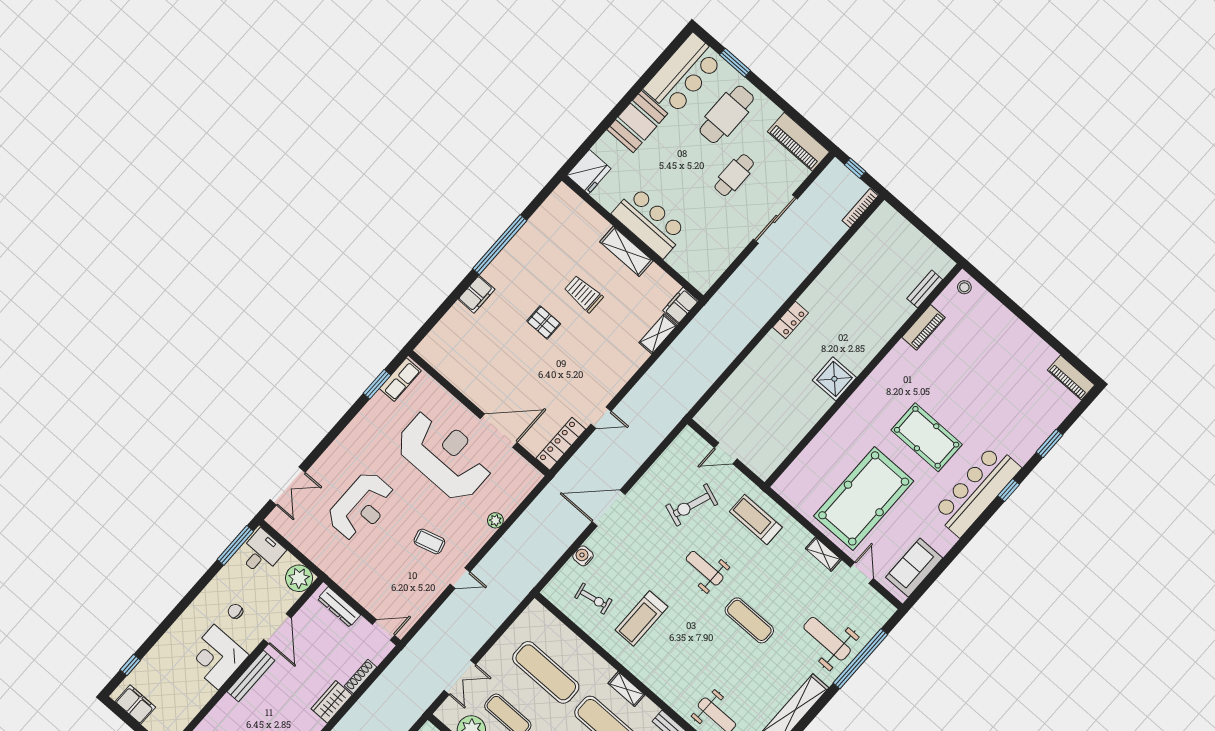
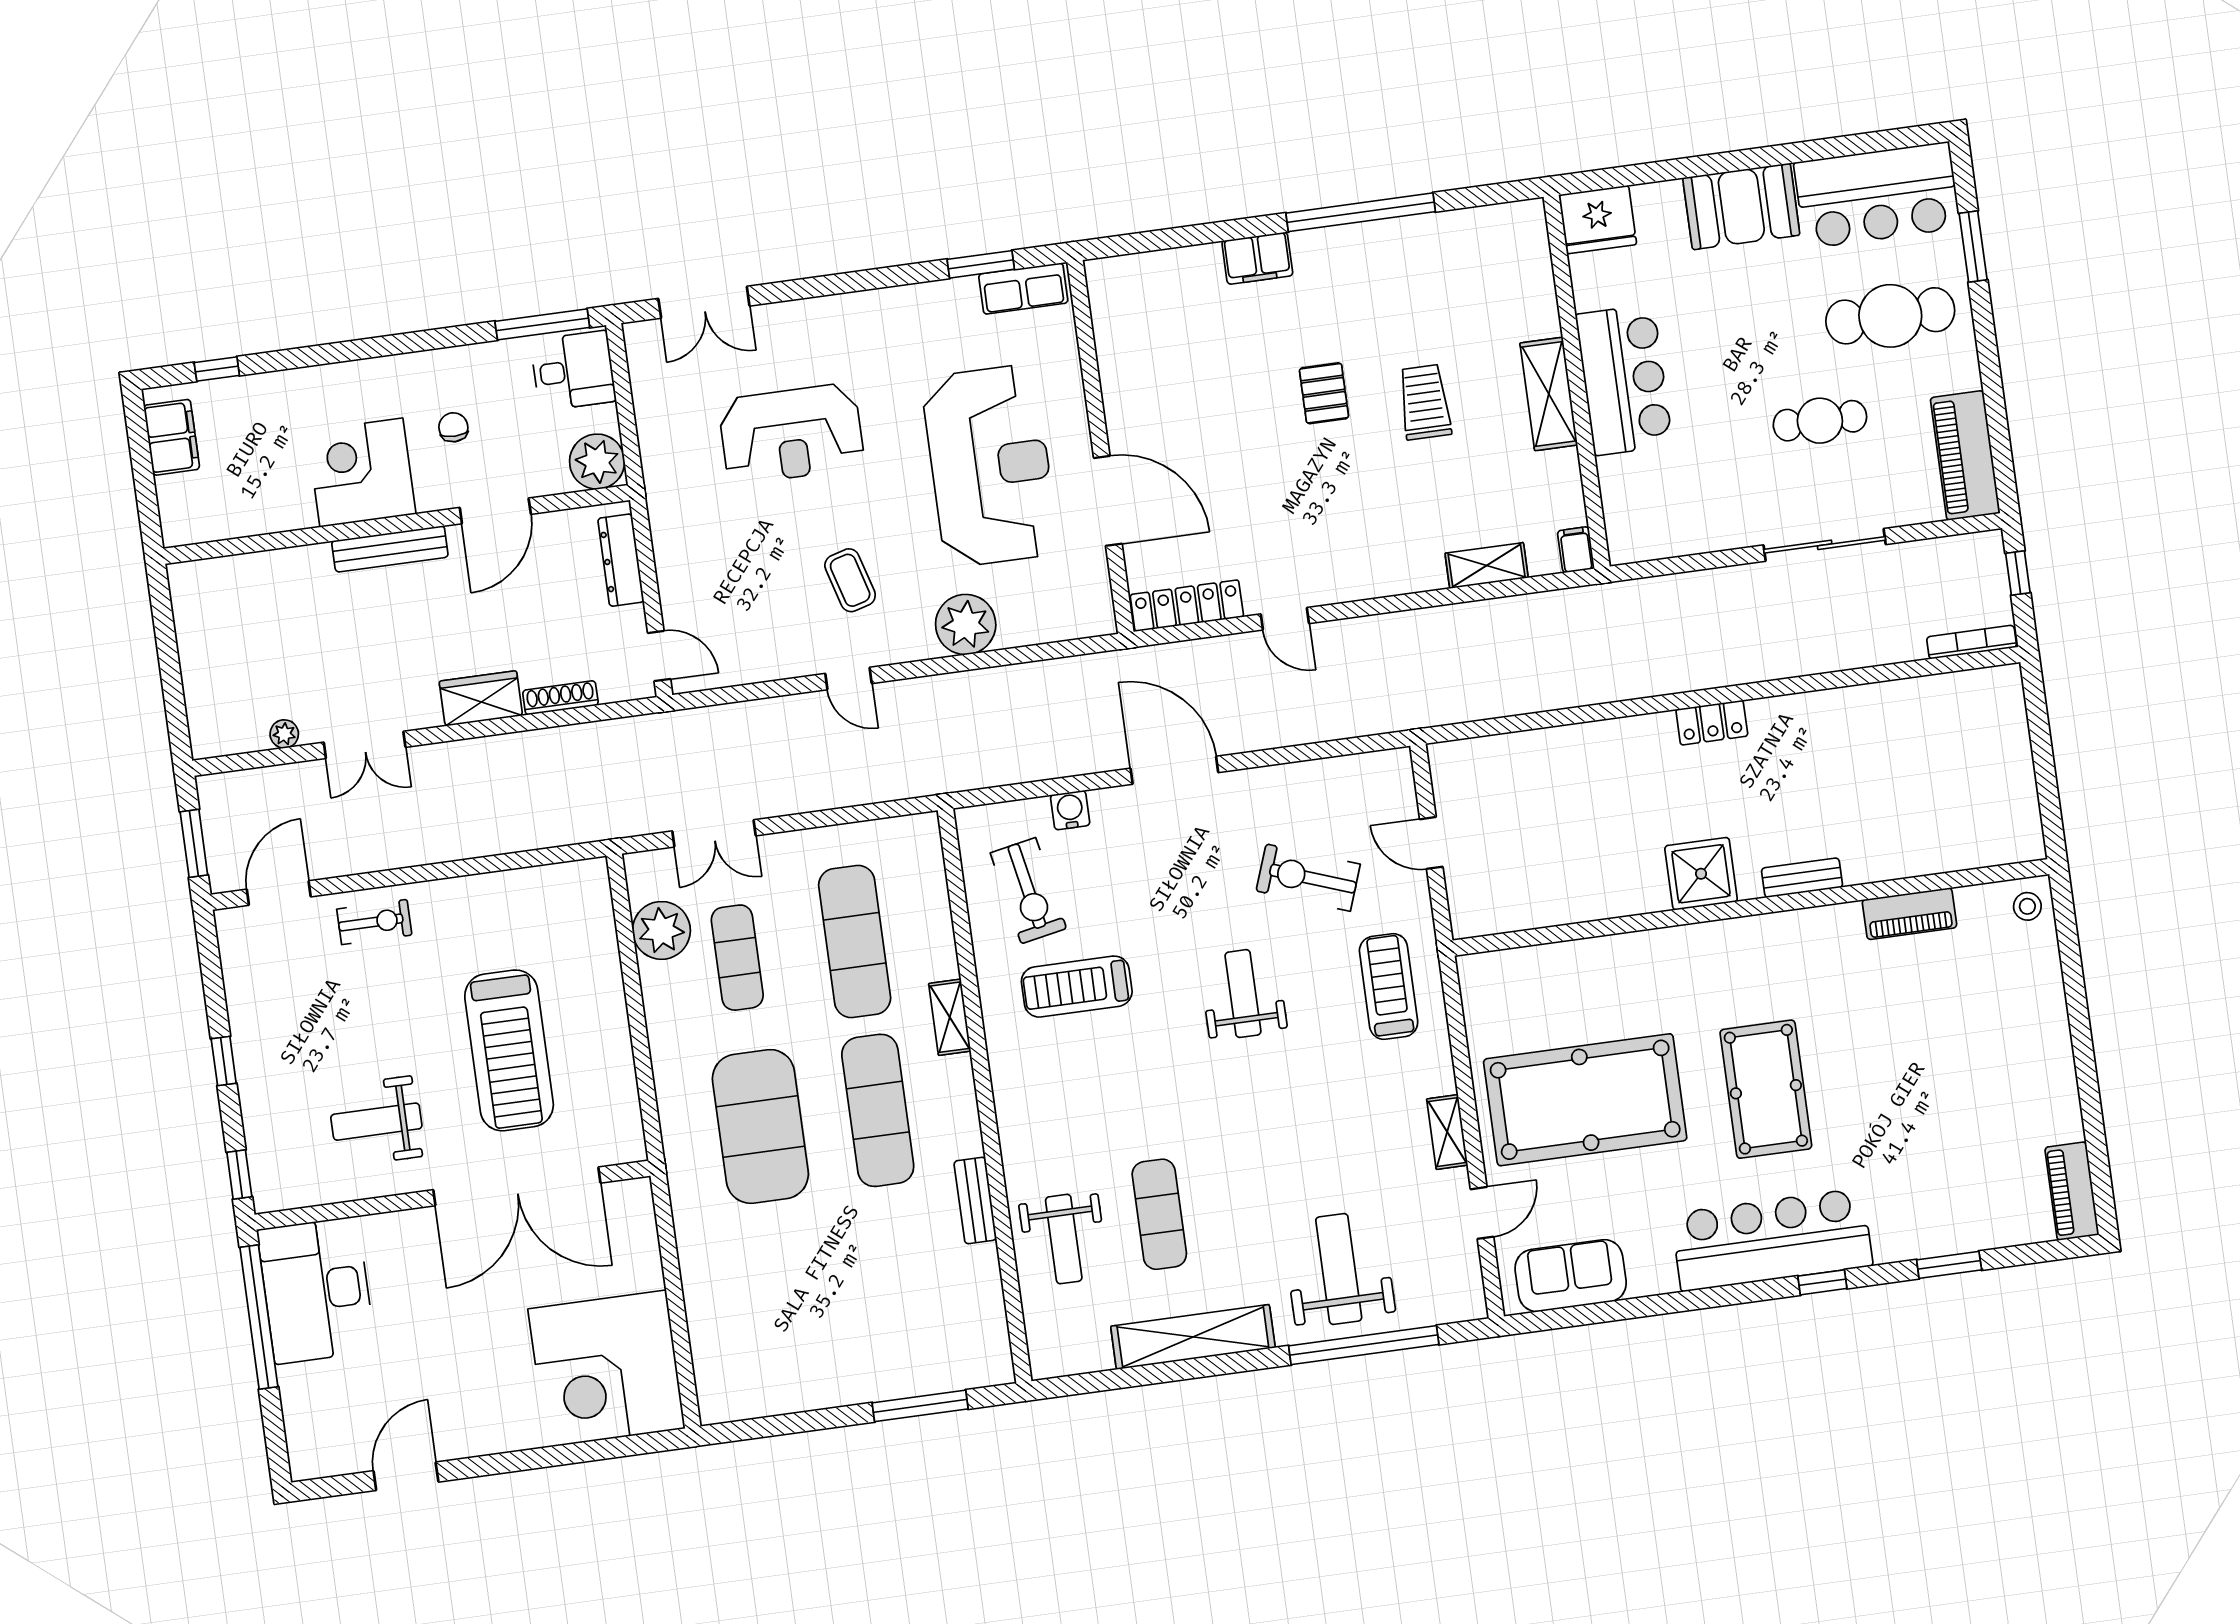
bench: (925, 289) -> (1802, 878), moved
filing cabinet: (681, 306) -> (1576, 550), width x0.50
plant: (495, 520) -> (966, 624), width x1.88, depth x1.88
exercise bike: (593, 599) -> (1028, 891), width x1.38, depth x1.39
exercise mat: (749, 620) -> (1159, 1214), moved
shelving: (626, 689) -> (950, 1017), moved

